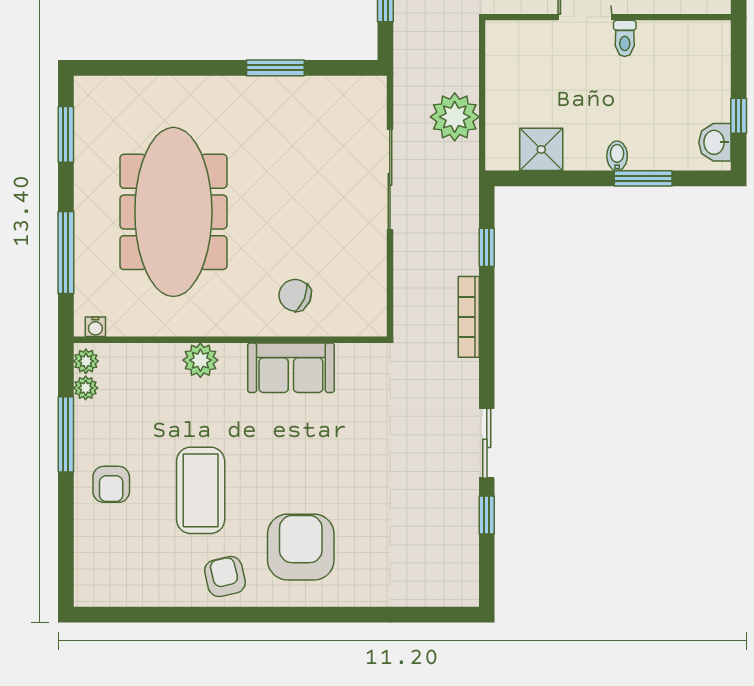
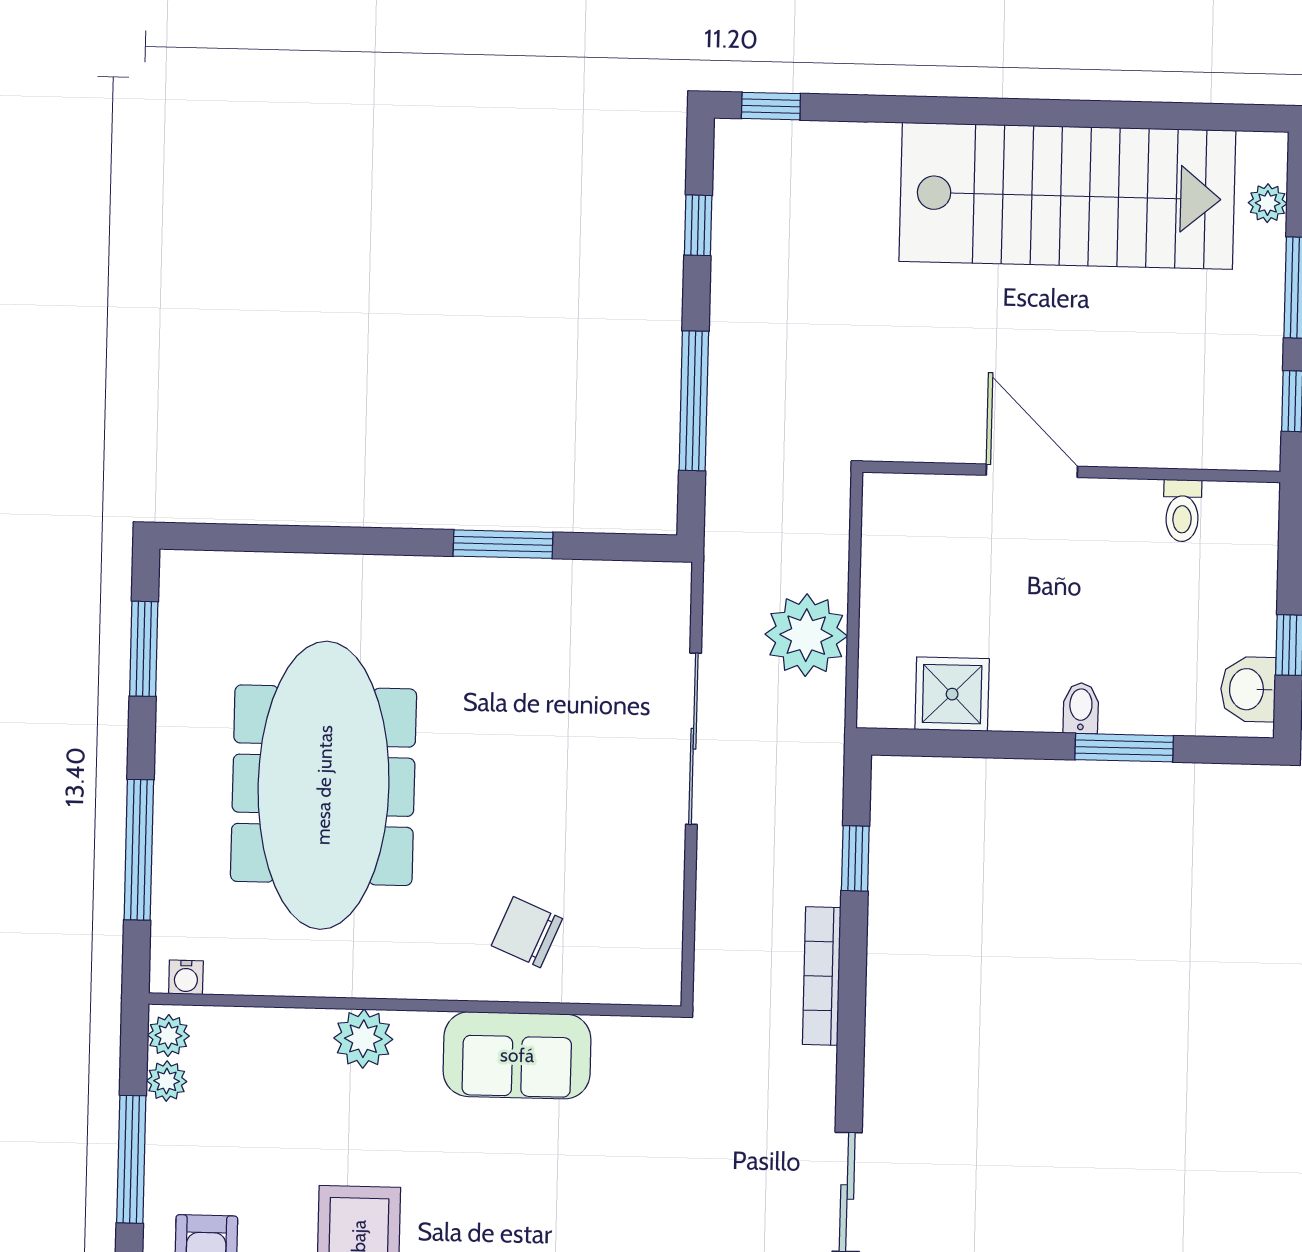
toilet: (625, 38) -> (1182, 511), moved

